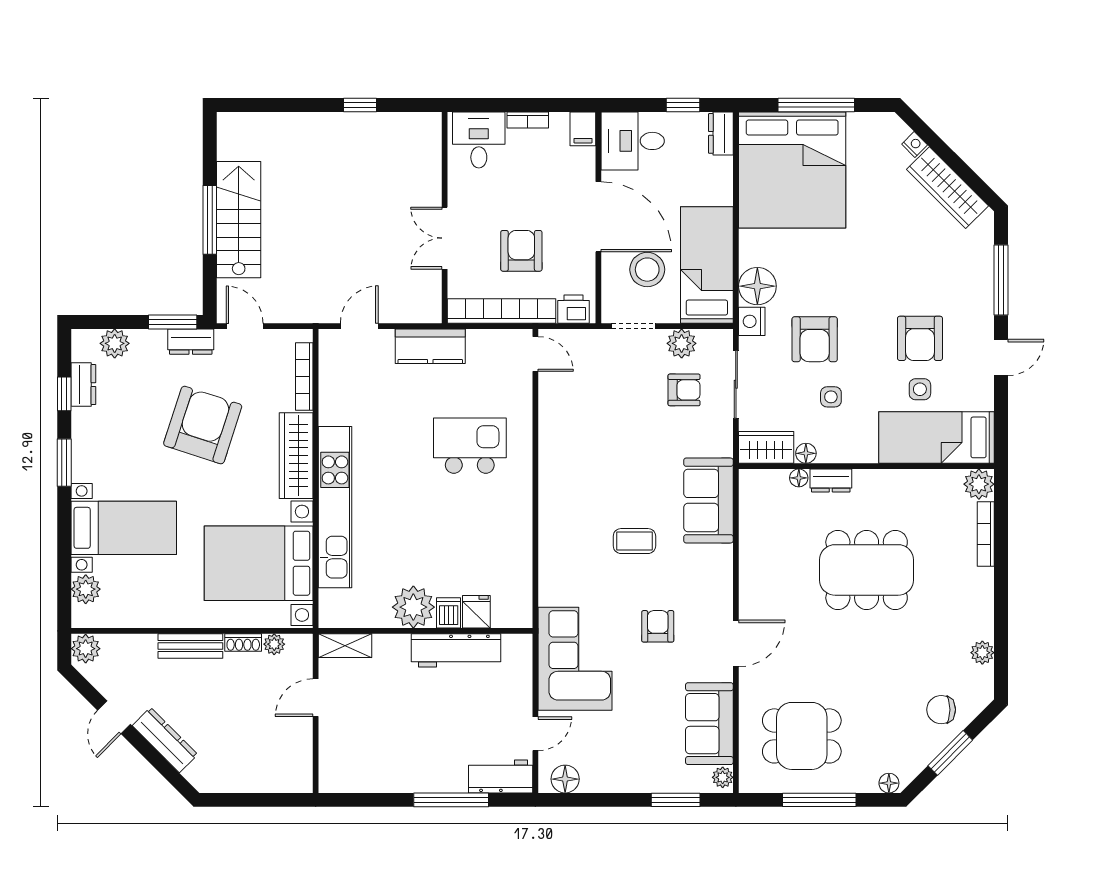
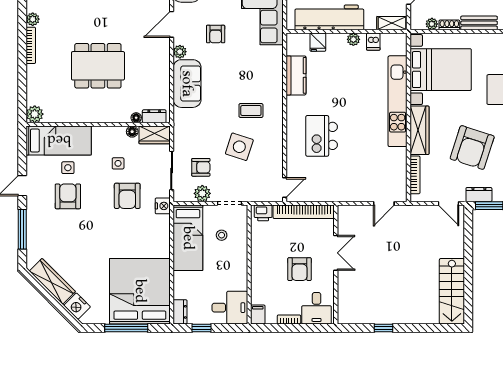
nightstand: (915, 145) -> (77, 306), width x1.89, depth x1.79
door: (598, 217) -> (249, 265), removed
window: (210, 220) -> (468, 263), removed
stairs: (239, 220) -> (452, 291), moved
armchair: (521, 251) -> (299, 269), moved
stool: (647, 270) -> (222, 235), width x0.53, depth x0.53
floor lamp: (757, 286) -> (159, 226), removed
armchair: (815, 339) -> (127, 196), turned 180
kitchen counter: (430, 346) -> (296, 75), moved, turned 90
door: (535, 354) -> (285, 188), swing flipped
armchair: (684, 390) -> (201, 167), turned 180
side table: (616, 426) -> (239, 147), added
kitchen island: (470, 446) -> (322, 136), turned 90
dresser: (831, 481) -> (154, 116), moved
sofa: (708, 500) -> (187, 84), moved
bookcase: (986, 534) -> (31, 45), moved
coffee table: (634, 541) -> (251, 110), moved
plant: (721, 595) -> (180, 52), added
plant: (413, 607) -> (353, 39), width x0.53, depth x0.53
dishwasher: (449, 613) -> (373, 42), moved
workbench: (456, 650) -> (329, 17), width x1.36, depth x1.32

